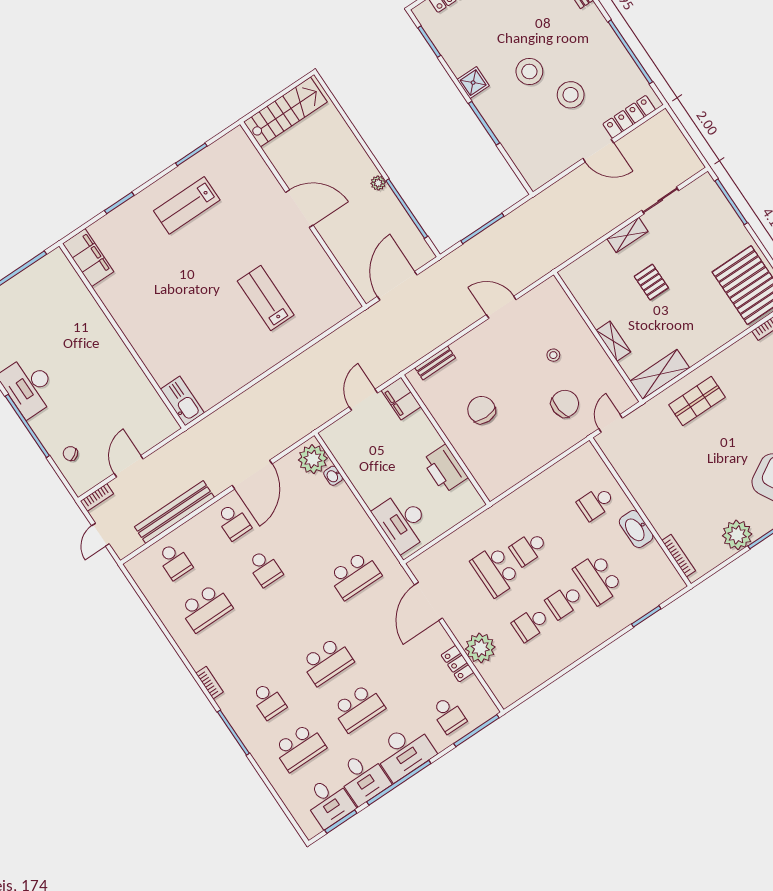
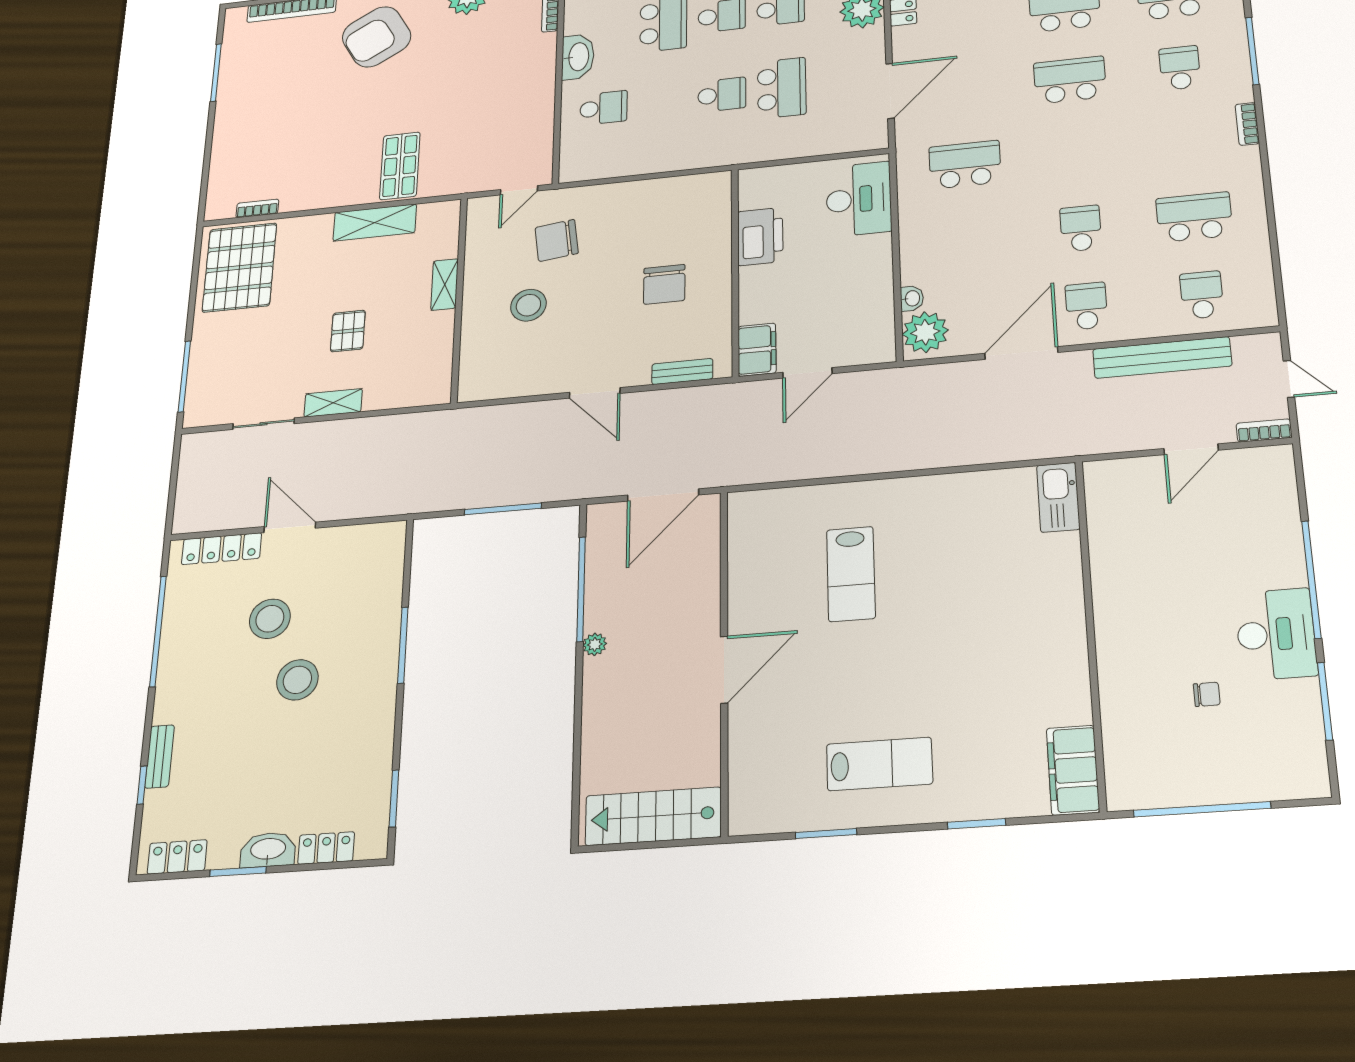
shower: (473, 83) -> (378, 708), removed
door: (299, 209) -> (724, 670), swing flipped
door: (501, 307) -> (595, 393), moved
stool: (553, 355) -> (528, 305), width x1.89, depth x1.89
shelving: (660, 374) -> (375, 223), moved
shop shelf: (697, 401) -> (400, 166), turned 90
chair: (70, 454) -> (1207, 694), moved, turned -56
door: (100, 535) -> (1289, 379), hinge flipped

